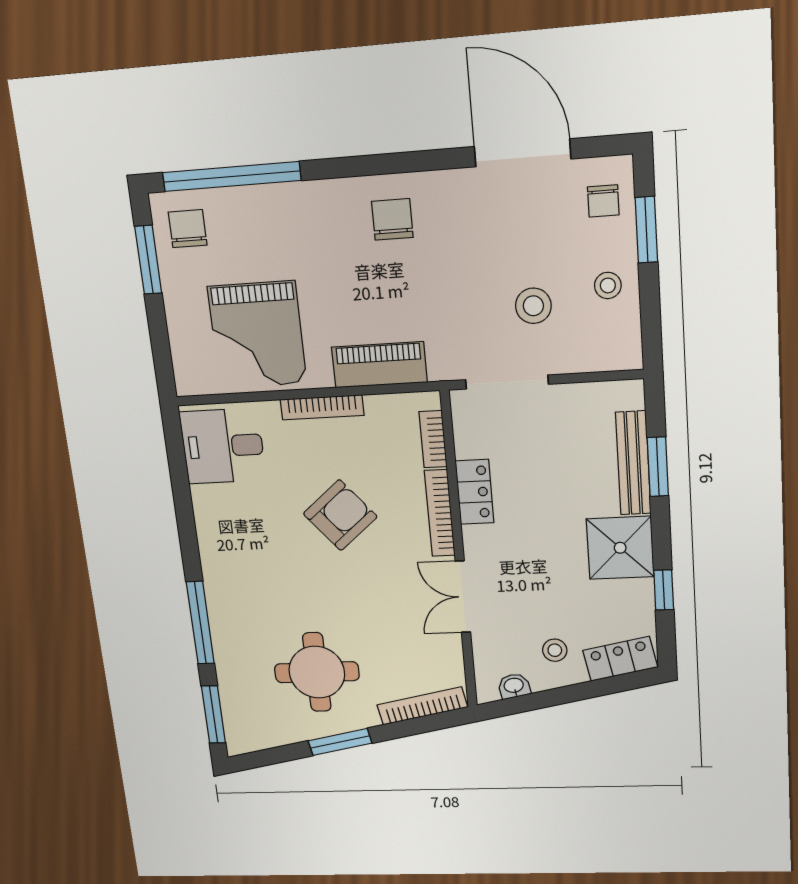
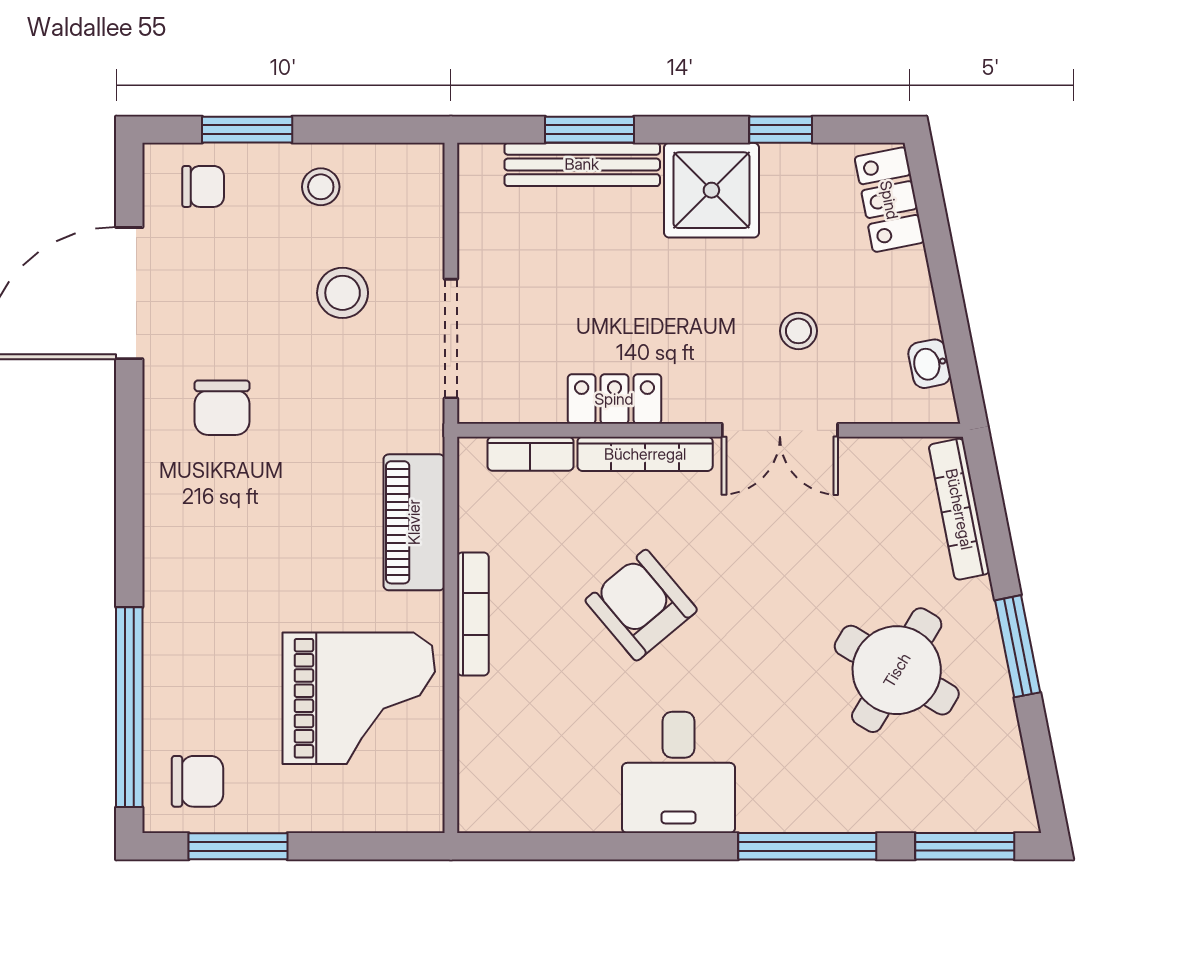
chair: (392, 219) -> (222, 408), moved, turned -90
chair: (188, 229) -> (197, 781), turned 180
desk: (223, 446) -> (678, 772), moved
stool: (555, 650) -> (799, 331), moved
round table: (317, 672) -> (897, 670), turned 31

